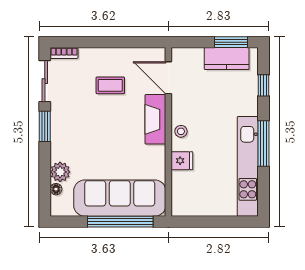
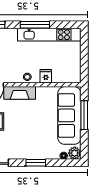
window: (45, 126) -> (36, 163), moved
plant: (60, 172) -> (75, 153), moved
window: (120, 222) -> (84, 115), width x0.68

